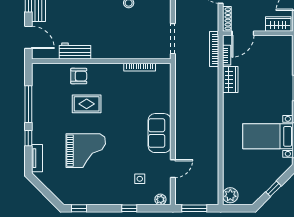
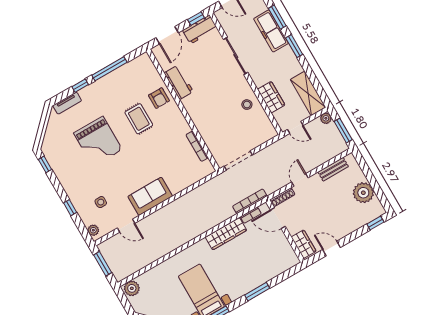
wardrobe: (230, 79) -> (226, 234), width x1.50

